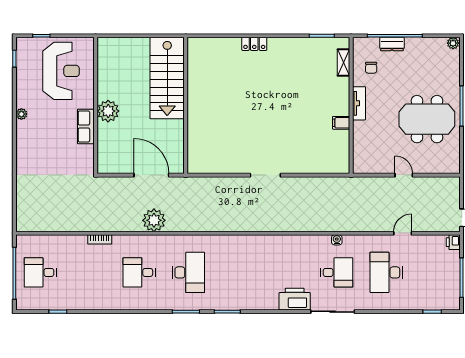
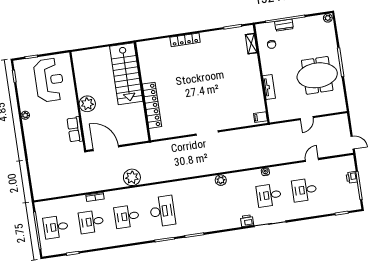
locker: (254, 44) -> (185, 40), width x1.53
tv unit: (359, 103) -> (269, 87), moved
filing cabinet: (341, 123) -> (260, 117), moved
row of seats: (86, 126) -> (75, 130), moved
locker: (196, 126) -> (152, 105), added
door: (151, 175) -> (106, 148), moved
door: (404, 175) -> (307, 118), swing flipped
plant: (274, 242) -> (221, 180), added
printer: (453, 242) -> (352, 177), moved
desk: (90, 272) -> (91, 222), added
desk: (337, 272) -> (269, 195), turned 180
desk: (386, 272) -> (304, 190), width x0.73
printer: (295, 299) -> (247, 221), width x0.53, depth x0.68

